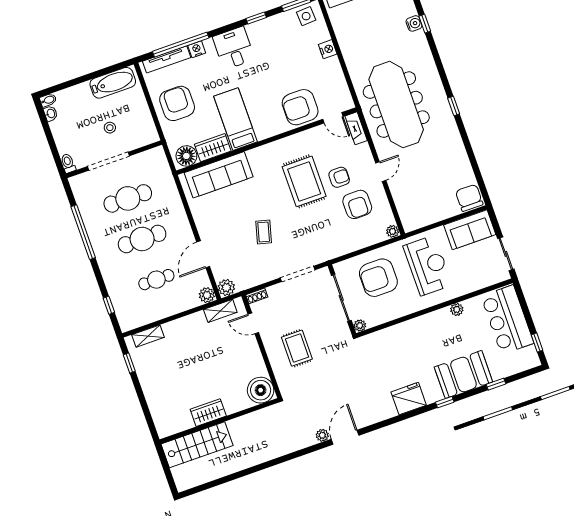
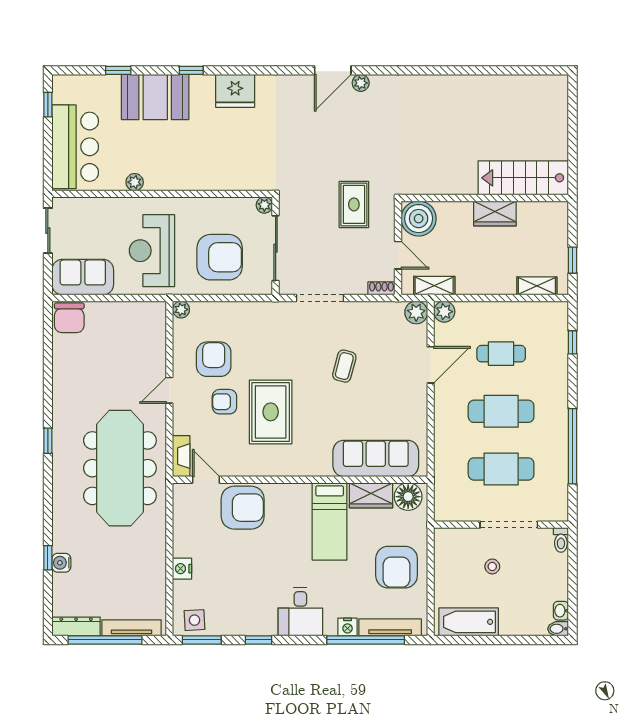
boiler: (261, 390) -> (419, 219), moved
wardrobe: (208, 413) -> (495, 213), moved
wall: (219, 421) -> (485, 198), moved
stairs: (197, 445) -> (523, 178), moved

